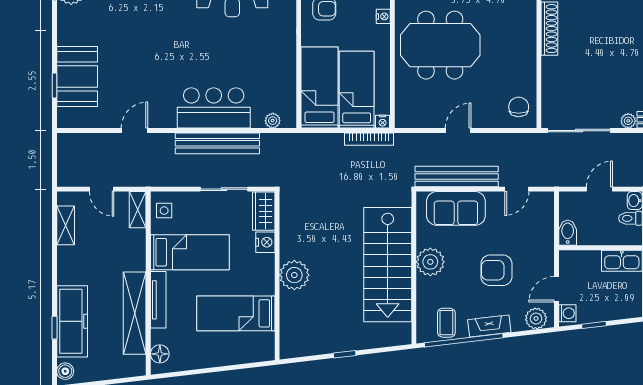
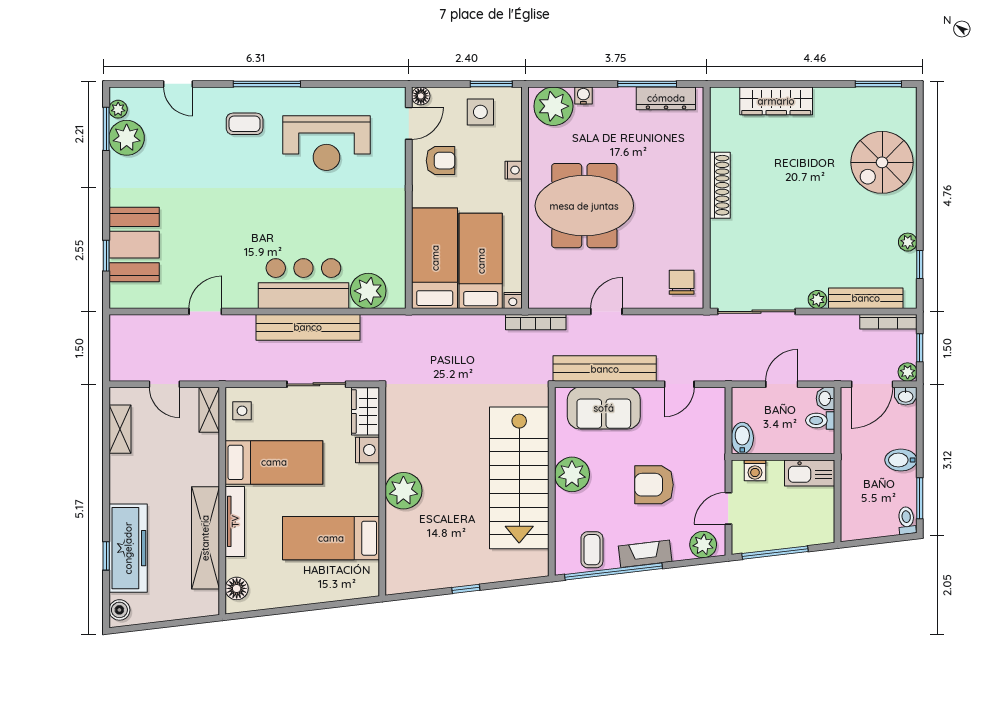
plant: (273, 121) -> (368, 291), width x1.88, depth x1.88
bookcase: (369, 139) -> (536, 322), moved
washing machine: (567, 313) -> (755, 470), moved, turned 90
window: (594, 325) -> (775, 553), width x2.17

